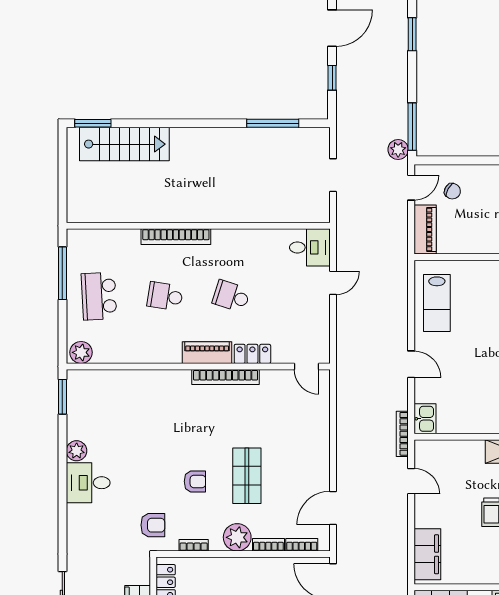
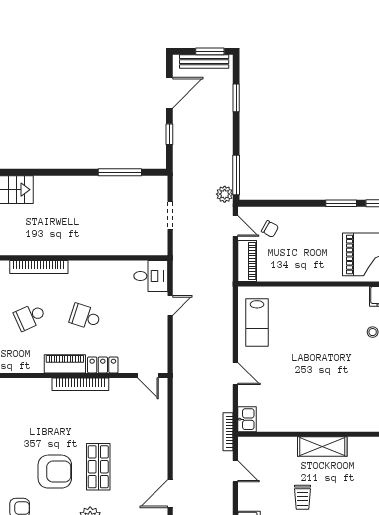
door: (411, 188) -> (235, 226), hinge flipped
school desk: (165, 296) -> (30, 317), turned -33
armchair: (195, 481) -> (55, 472), width x1.88, depth x1.88

